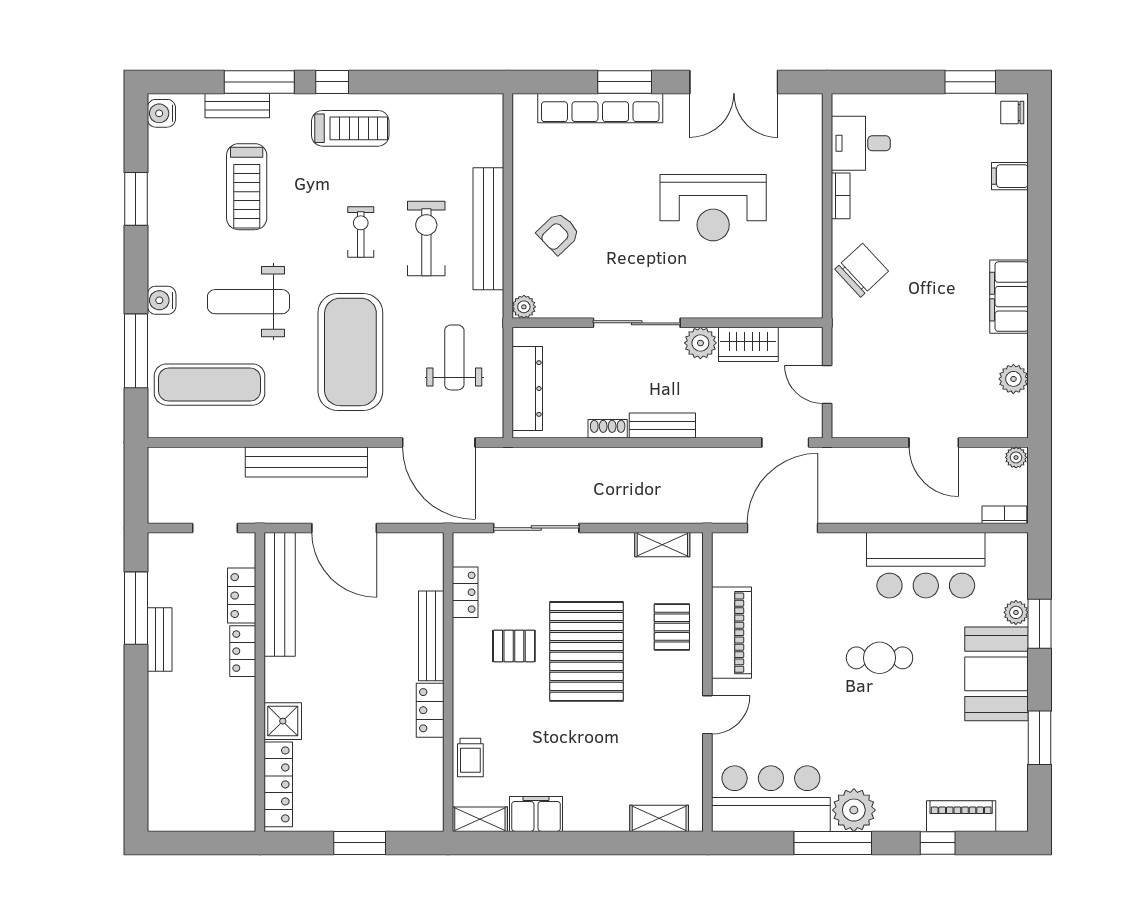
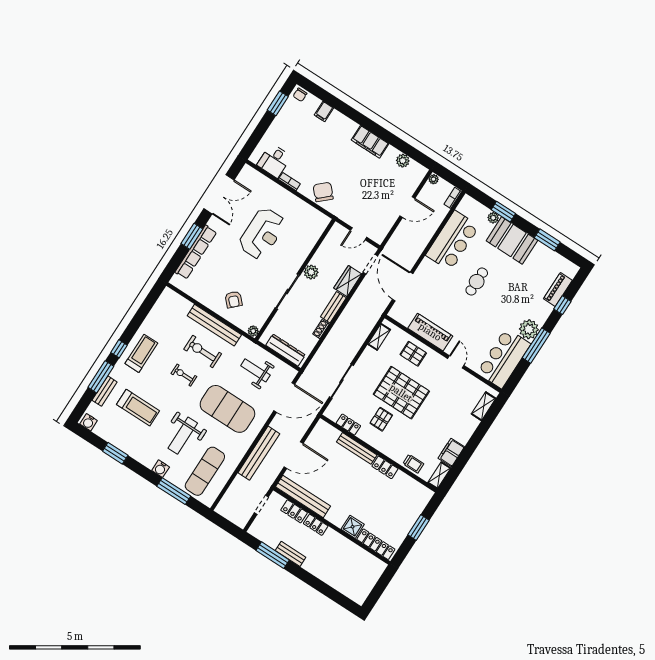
wardrobe: (748, 344) -> (348, 281), moved, turned 180

